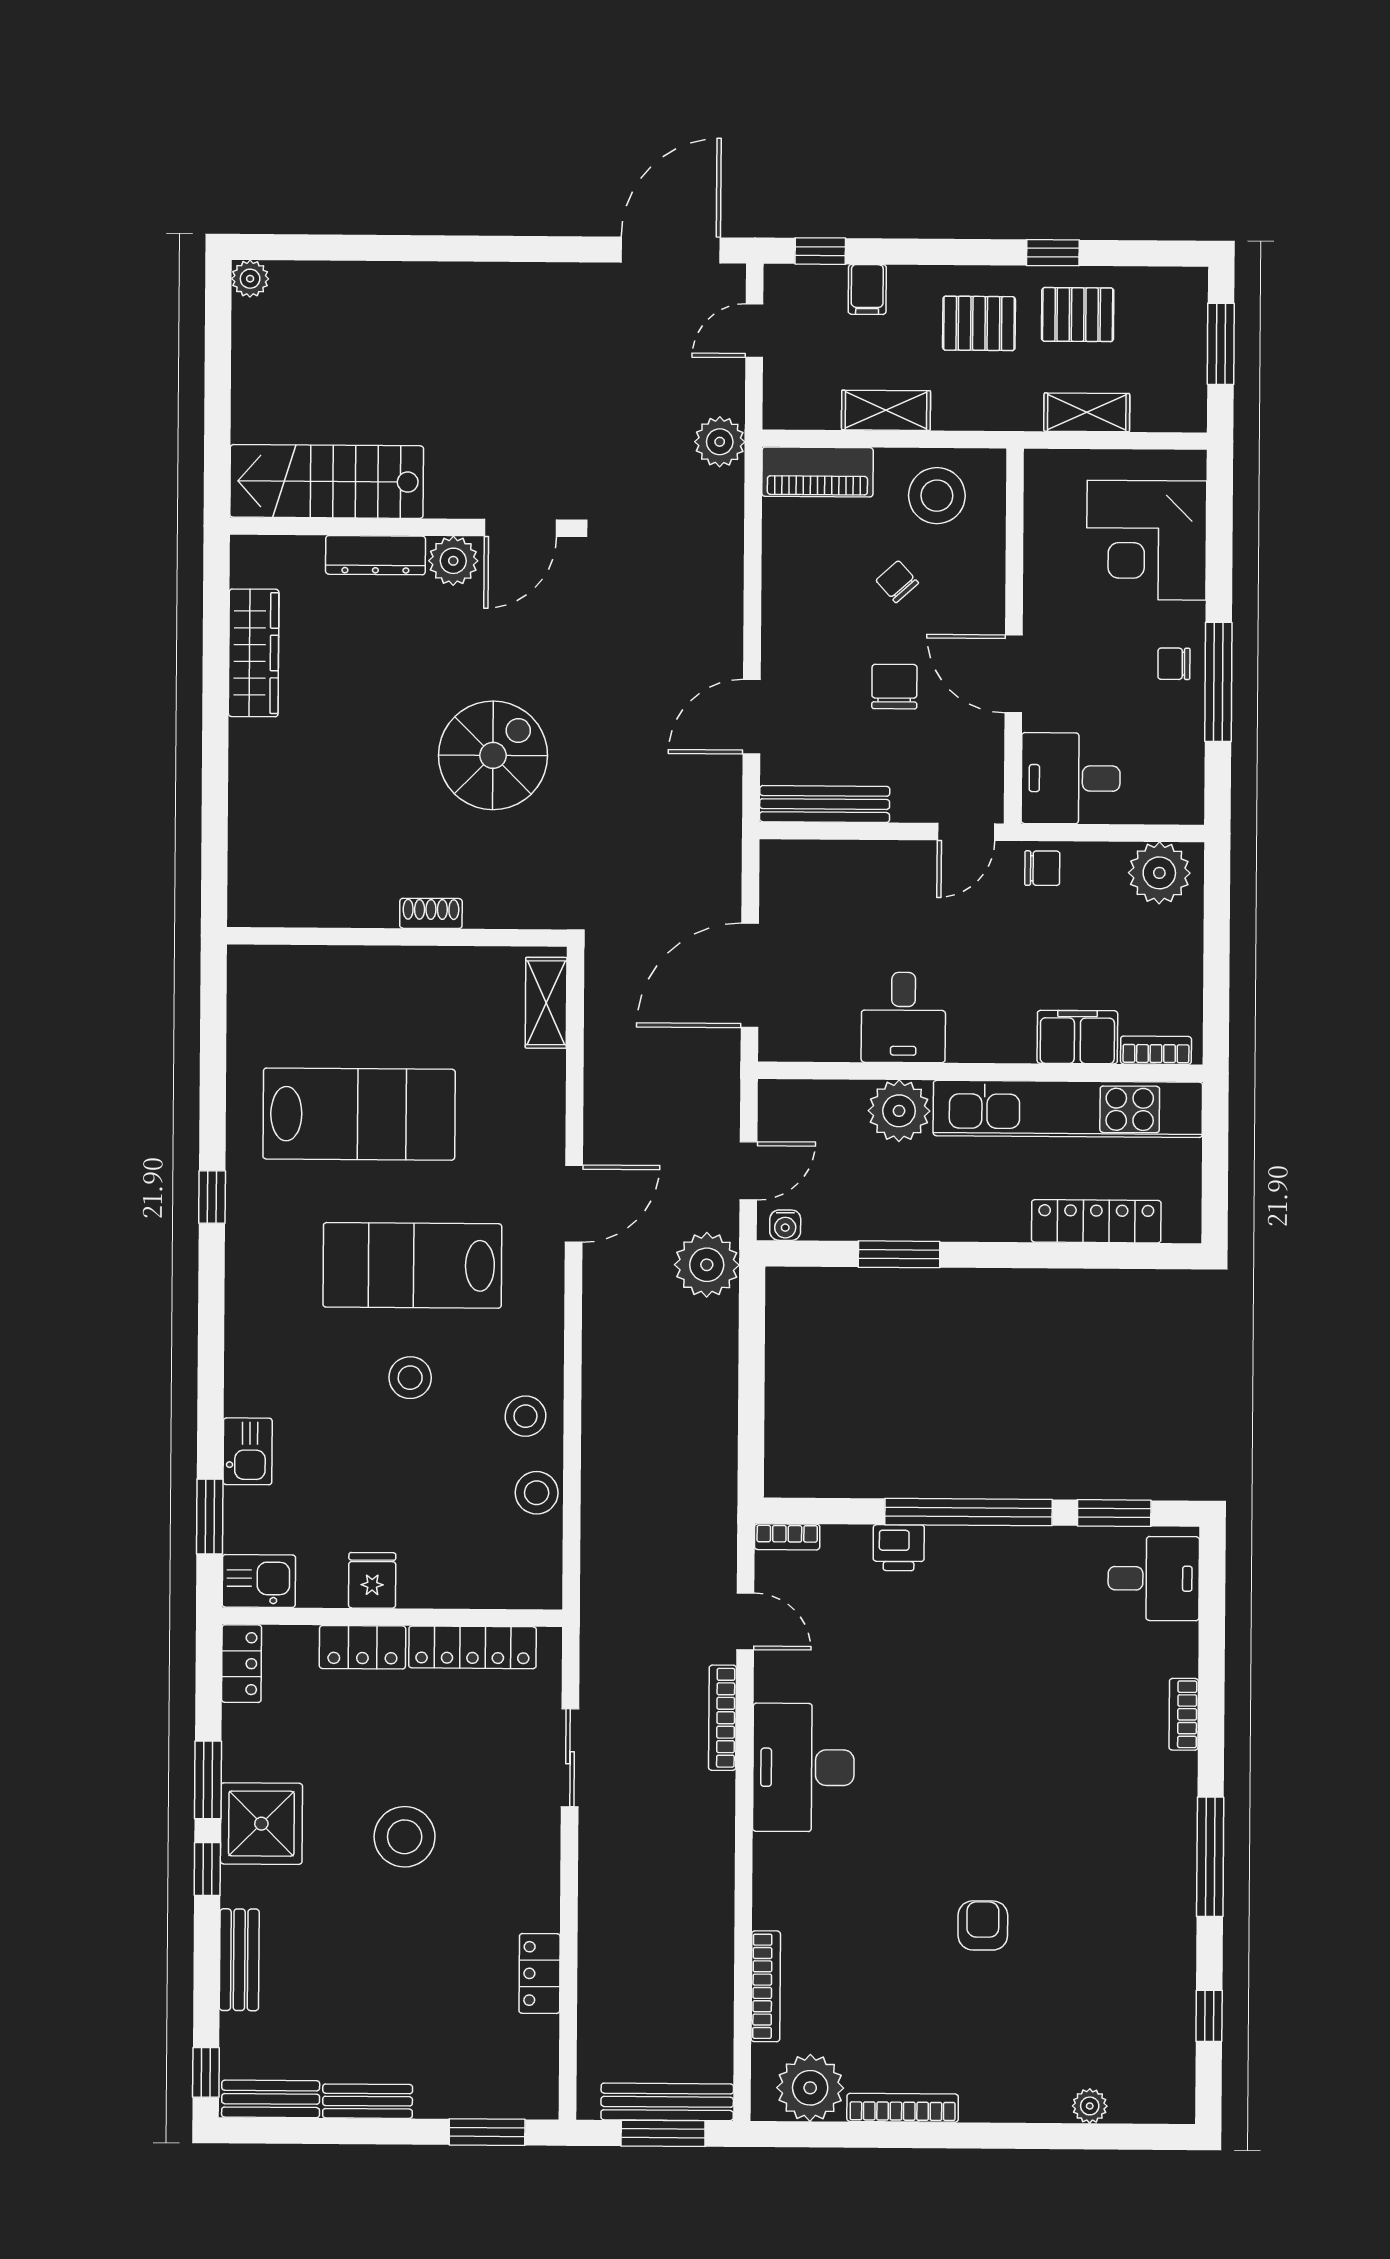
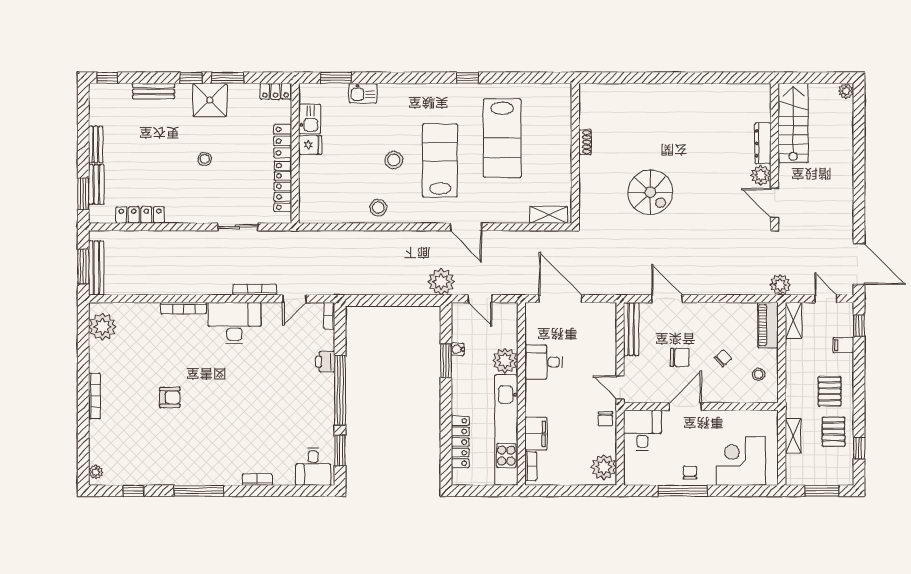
window: (1053, 253) -> (859, 448), moved
shelving: (886, 410) -> (794, 321), moved
stairs: (327, 481) -> (793, 123), moved
stool: (937, 496) -> (759, 374), width x0.53, depth x0.53
wall: (400, 527) -> (775, 153), moved
door: (520, 528) -> (775, 203), moved
dresser: (376, 555) -> (763, 143), moved
plant: (453, 561) -> (761, 175), moved
wardrobe: (254, 653) -> (692, 93), removed
shoe rack: (431, 913) -> (585, 142), moved
water cooler: (785, 1225) -> (458, 349), moved
stool: (537, 1493) -> (347, 212), removed
kitchen sink: (259, 1581) -> (310, 119), moved
stool: (405, 1837) -> (205, 159), width x0.53, depth x0.53
locker: (540, 1973) -> (140, 215), width x1.53
bookcase: (766, 1986) -> (184, 308), moved
bench: (271, 2099) -> (96, 184), moved
plant: (1090, 2106) -> (96, 472), moved
bookcase: (903, 2108) -> (95, 396), moved

